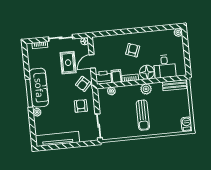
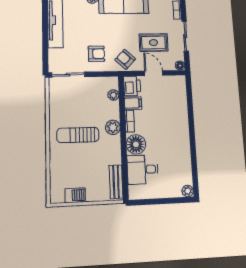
armchair: (133, 50) -> (166, 127), removed
plant: (146, 89) -> (113, 127), moved
barbecue: (187, 124) -> (75, 195), moved

